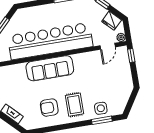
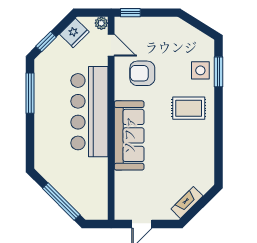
bar counter: (50, 41) -> (89, 112), width x0.73
armchair: (49, 108) -> (142, 73), moved, turned 90

